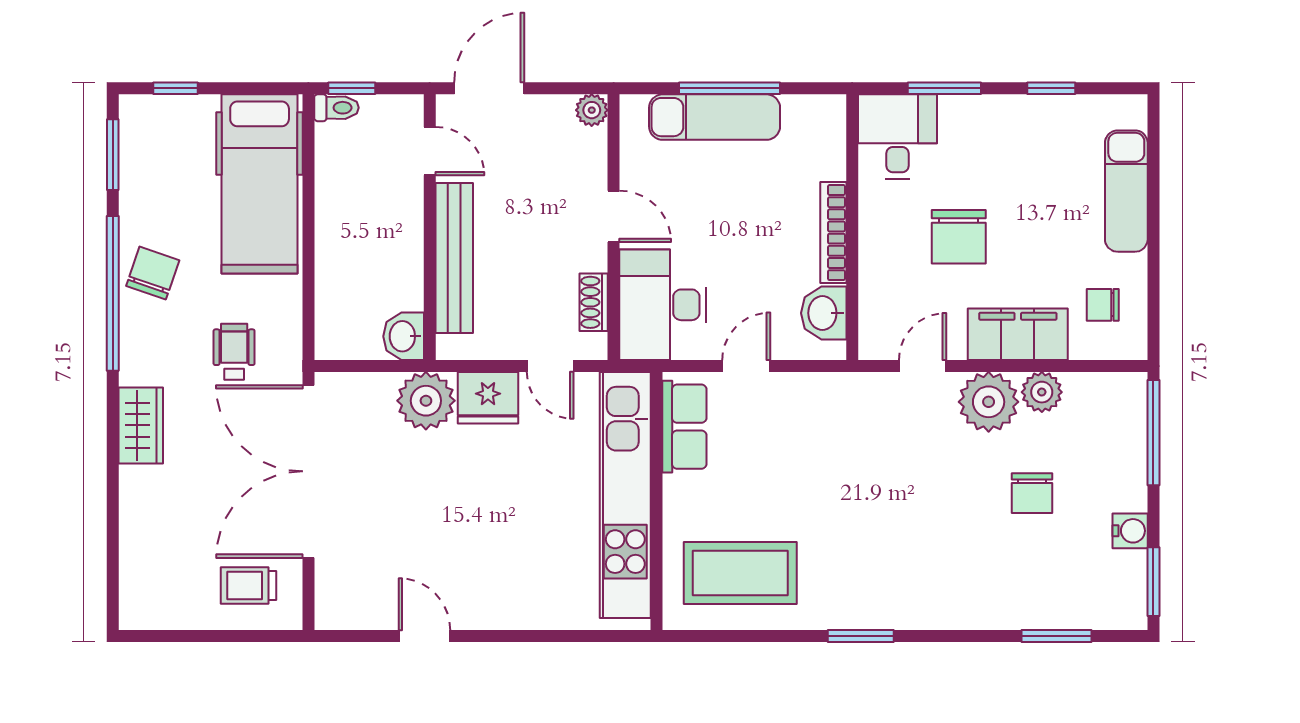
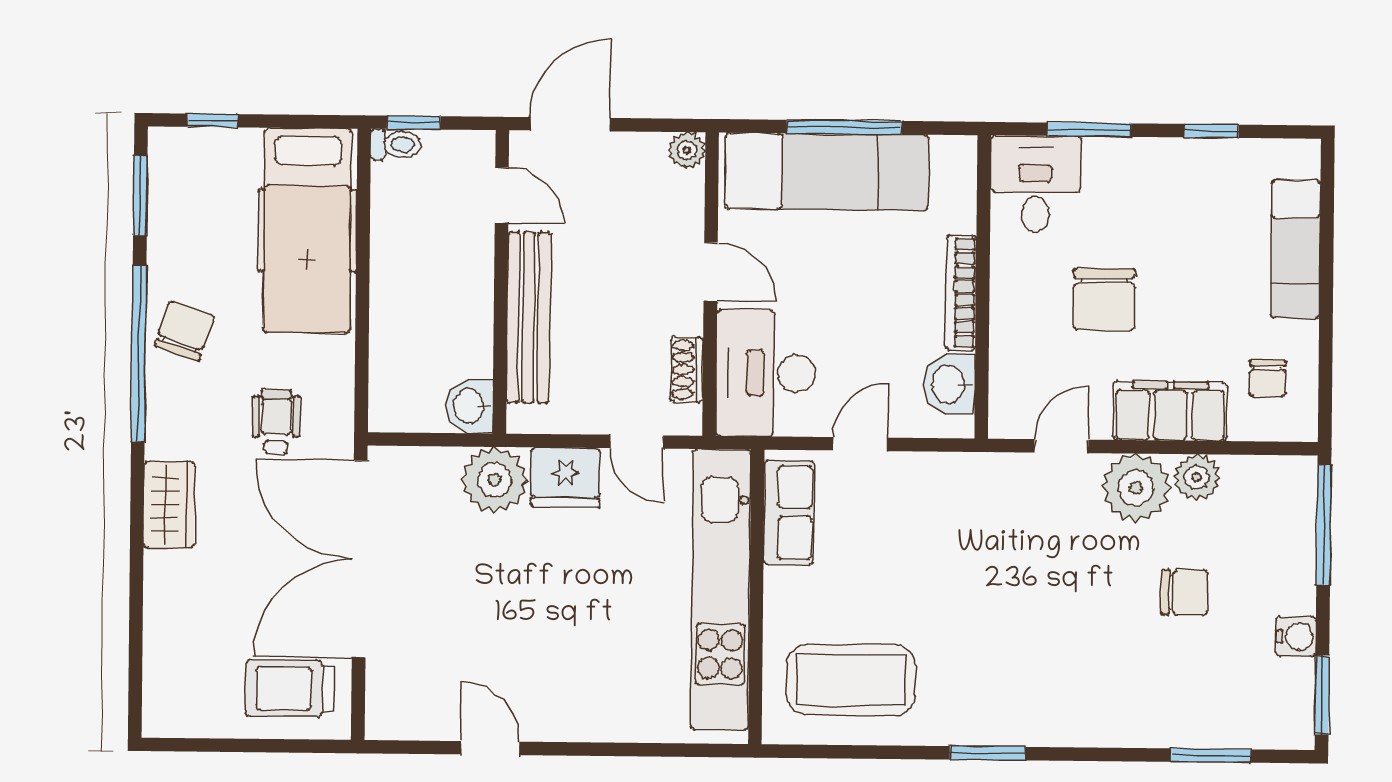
exam couch: (715, 117) -> (827, 172), width x1.36, depth x1.45
chair: (1103, 305) -> (1268, 379), turned -90
chair: (1032, 493) -> (1185, 592), turned -90
trolley: (249, 586) -> (290, 688), width x1.36, depth x1.39

